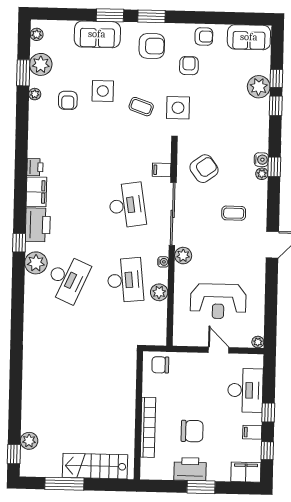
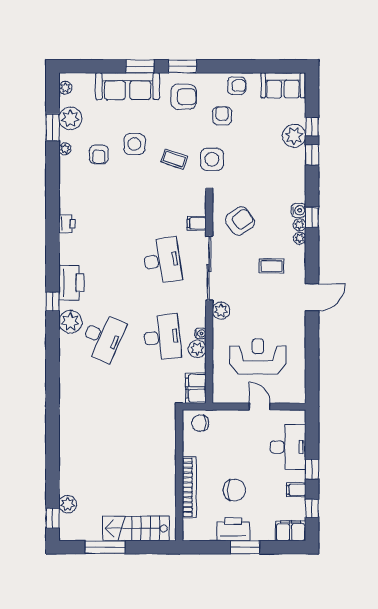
sofa: (97, 34) -> (128, 86), width x1.36
filing cabinet: (36, 192) -> (196, 388), moved, turned 180
water cooler: (163, 262) -> (201, 333), moved
reception desk: (218, 301) -> (258, 357), turned 180
plant: (258, 342) -> (300, 238), moved

